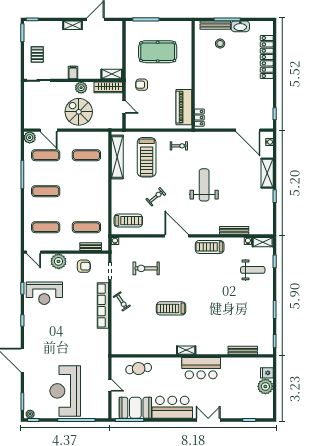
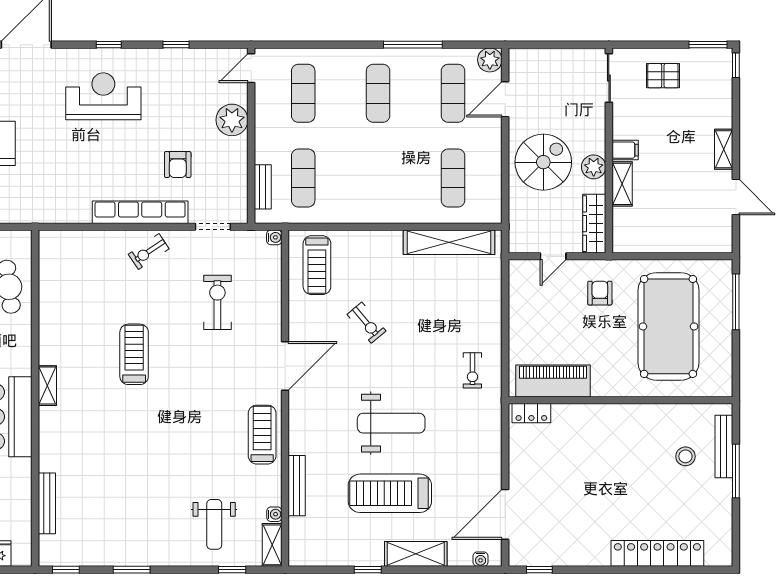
washbasin: (240, 26) -> (721, 498), removed
pool table: (158, 52) -> (668, 326), width x1.36, depth x1.32
shelving: (112, 74) -> (622, 184), moved
treadmill: (147, 157) -> (390, 493), moved
armchair: (84, 266) -> (178, 165), moved
reception desk: (44, 293) -> (103, 96), moved, turned 90

